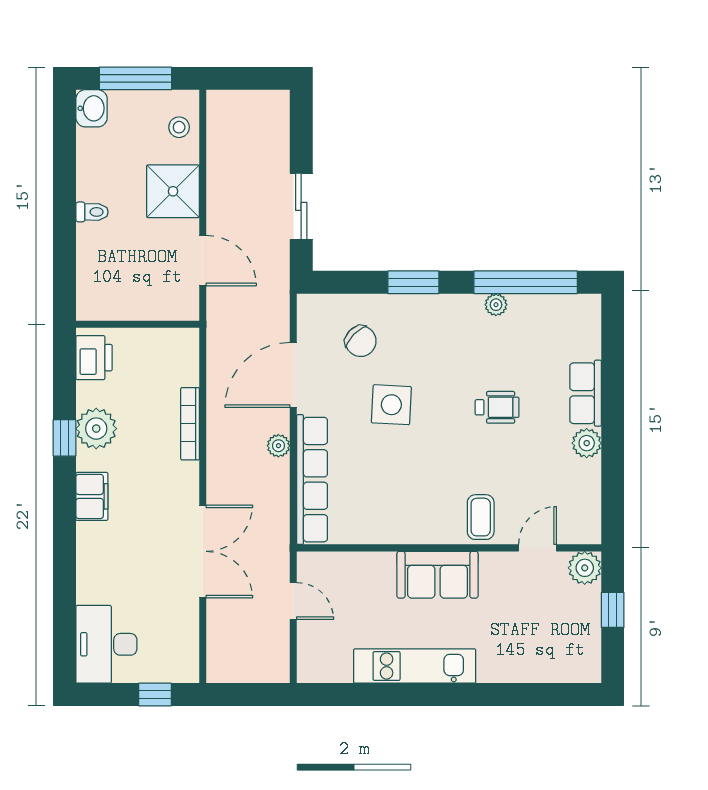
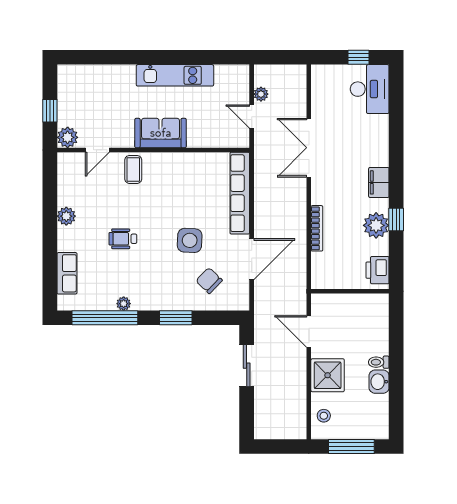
washbasin: (92, 108) -> (379, 382), moved
row of seats: (586, 393) -> (67, 273), moved
plant: (278, 446) -> (261, 94), moved
window: (155, 695) -> (358, 57), moved

